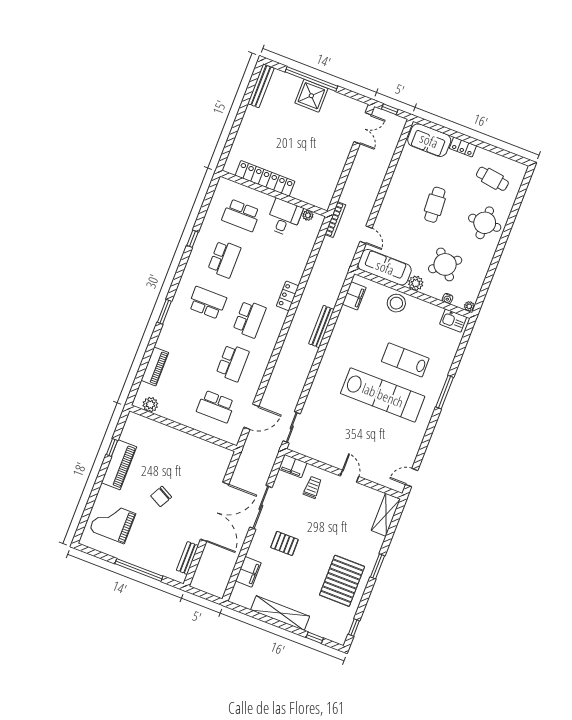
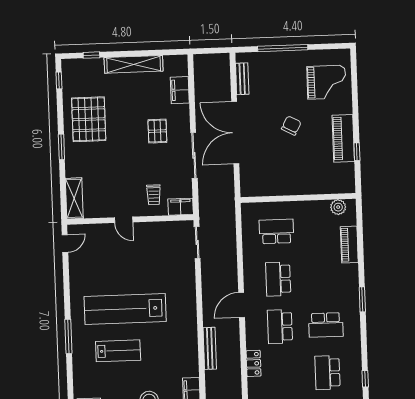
door: (251, 417) -> (242, 305), moved
pallet: (284, 543) -> (157, 131), turned 90

